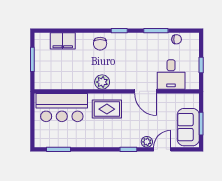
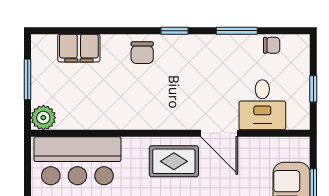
plant: (102, 82) -> (43, 118), moved
rug: (107, 109) -> (174, 161), moved

